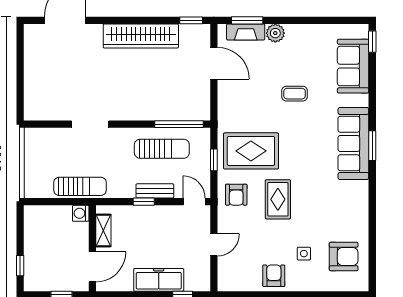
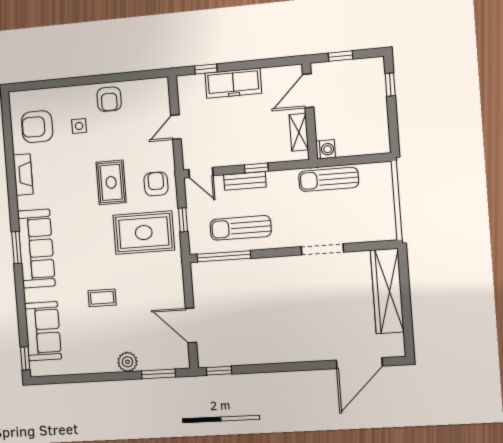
fireplace: (246, 32) -> (23, 175), moved, turned 90
wardrobe: (141, 36) -> (387, 291), moved, turned -90

